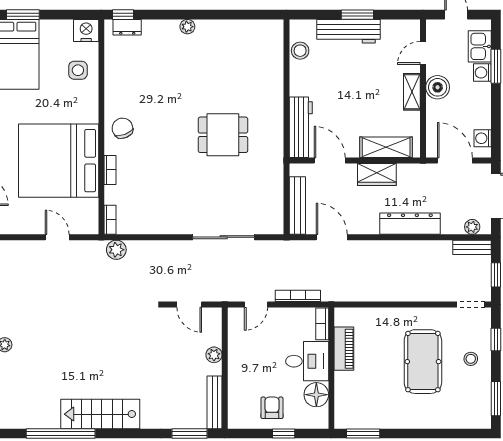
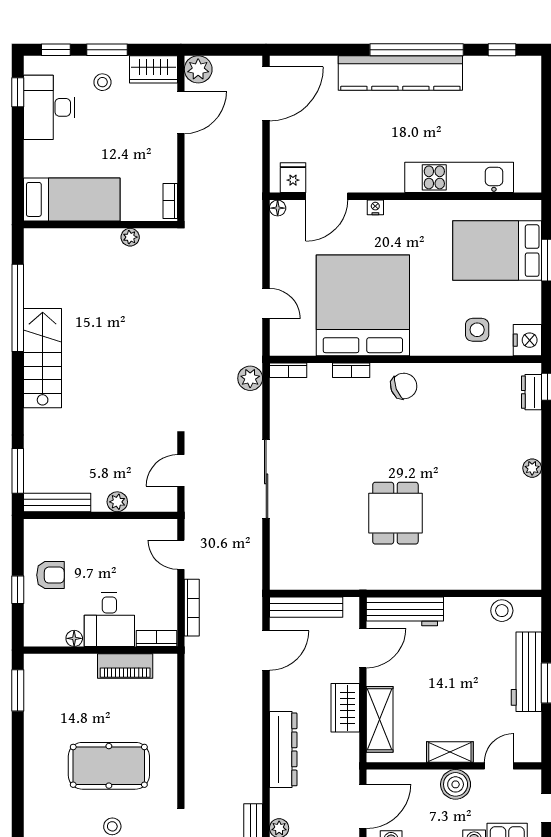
door: (423, 53) -> (499, 766), hinge flipped
door: (57, 237) -> (266, 303), hinge flipped
sliding door: (224, 237) -> (266, 479), moved
floor lamp: (316, 395) -> (74, 638), width x0.53, depth x0.53

